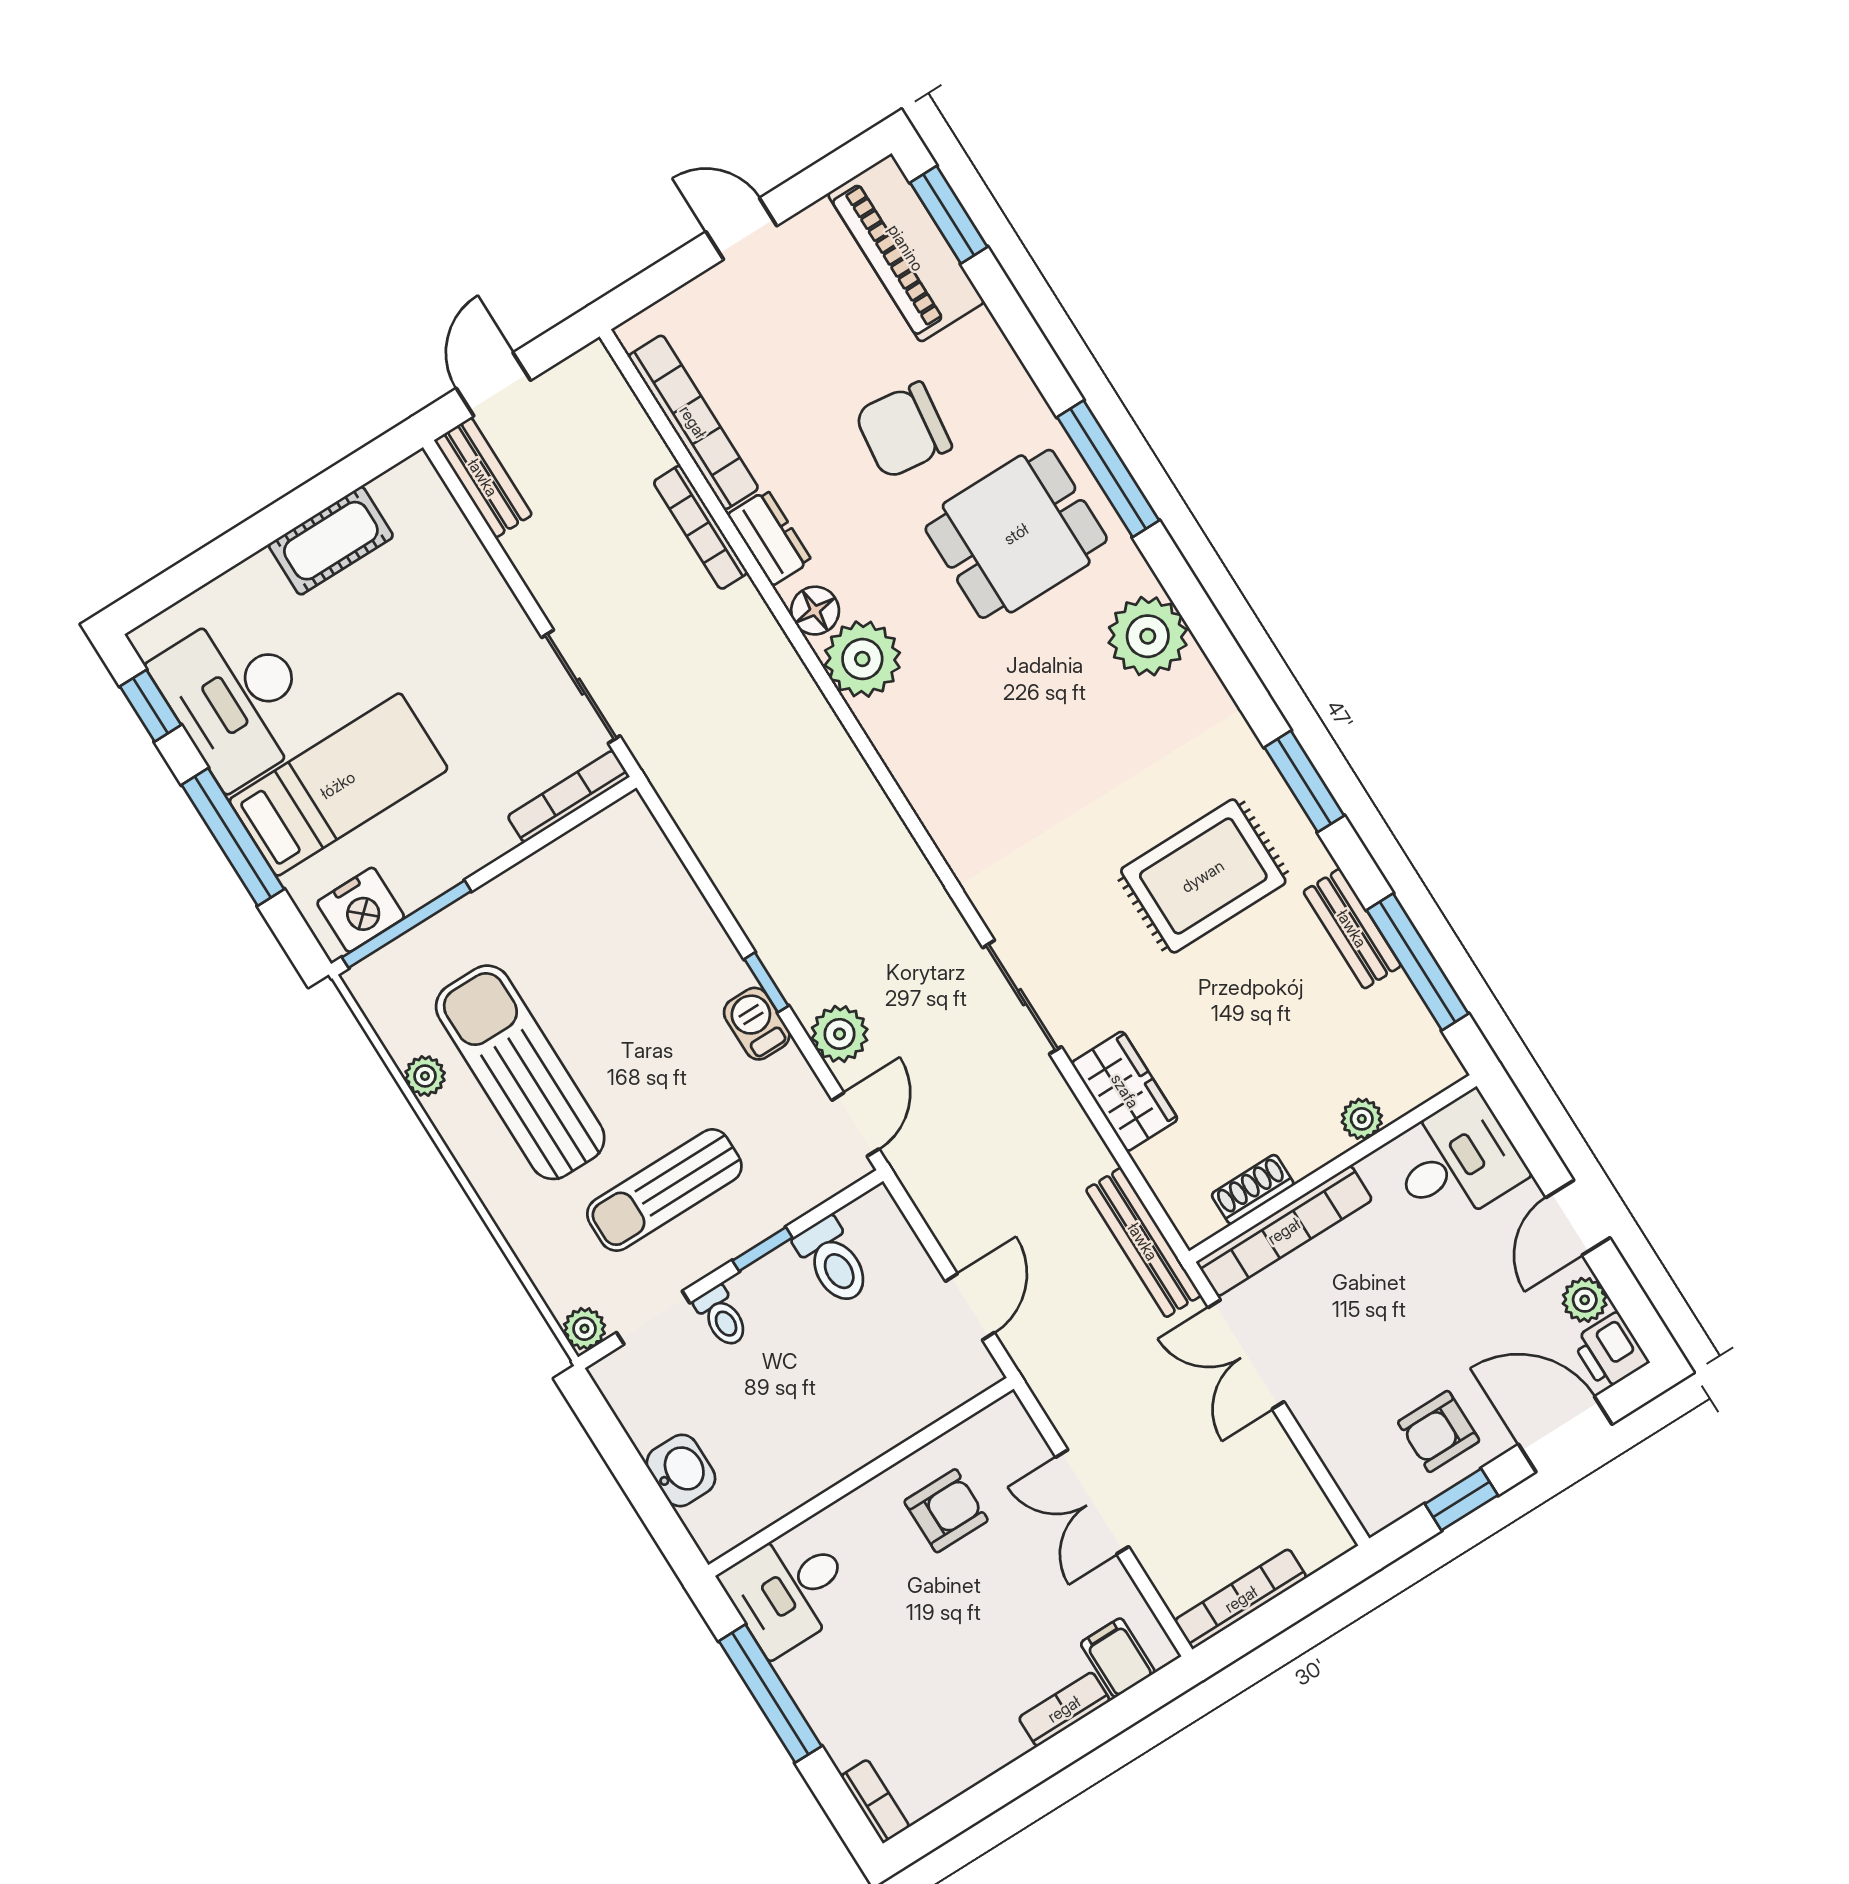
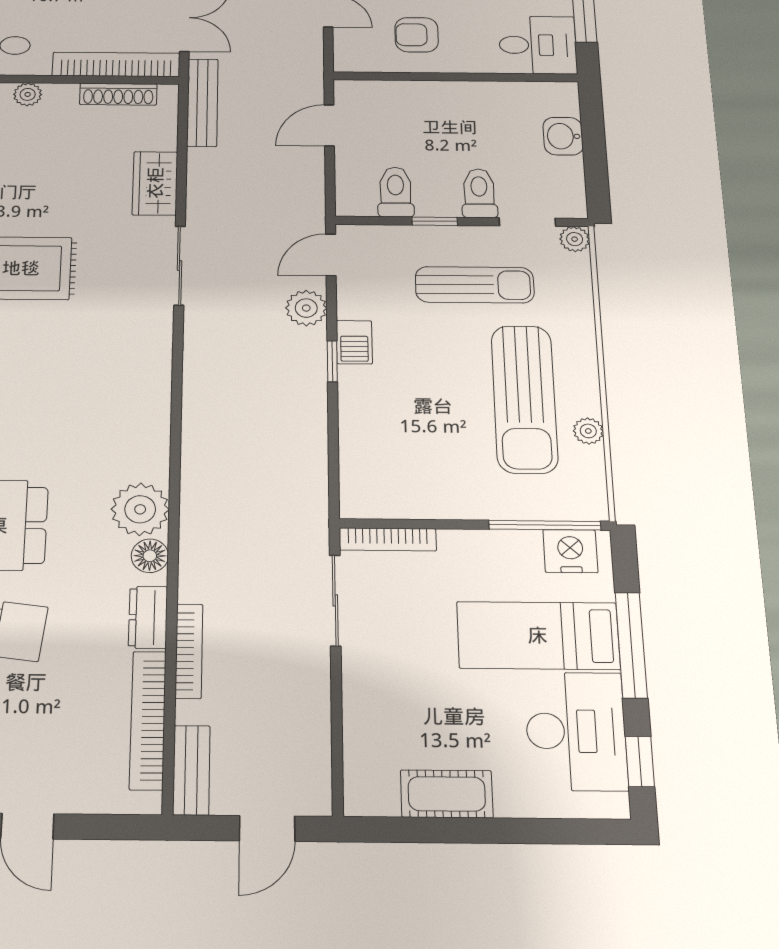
bench: (483, 478) -> (191, 770), moved
shoe rack: (1253, 1189) -> (118, 94), width x1.43
toilet: (722, 1317) -> (479, 193), width x1.37, depth x1.39

